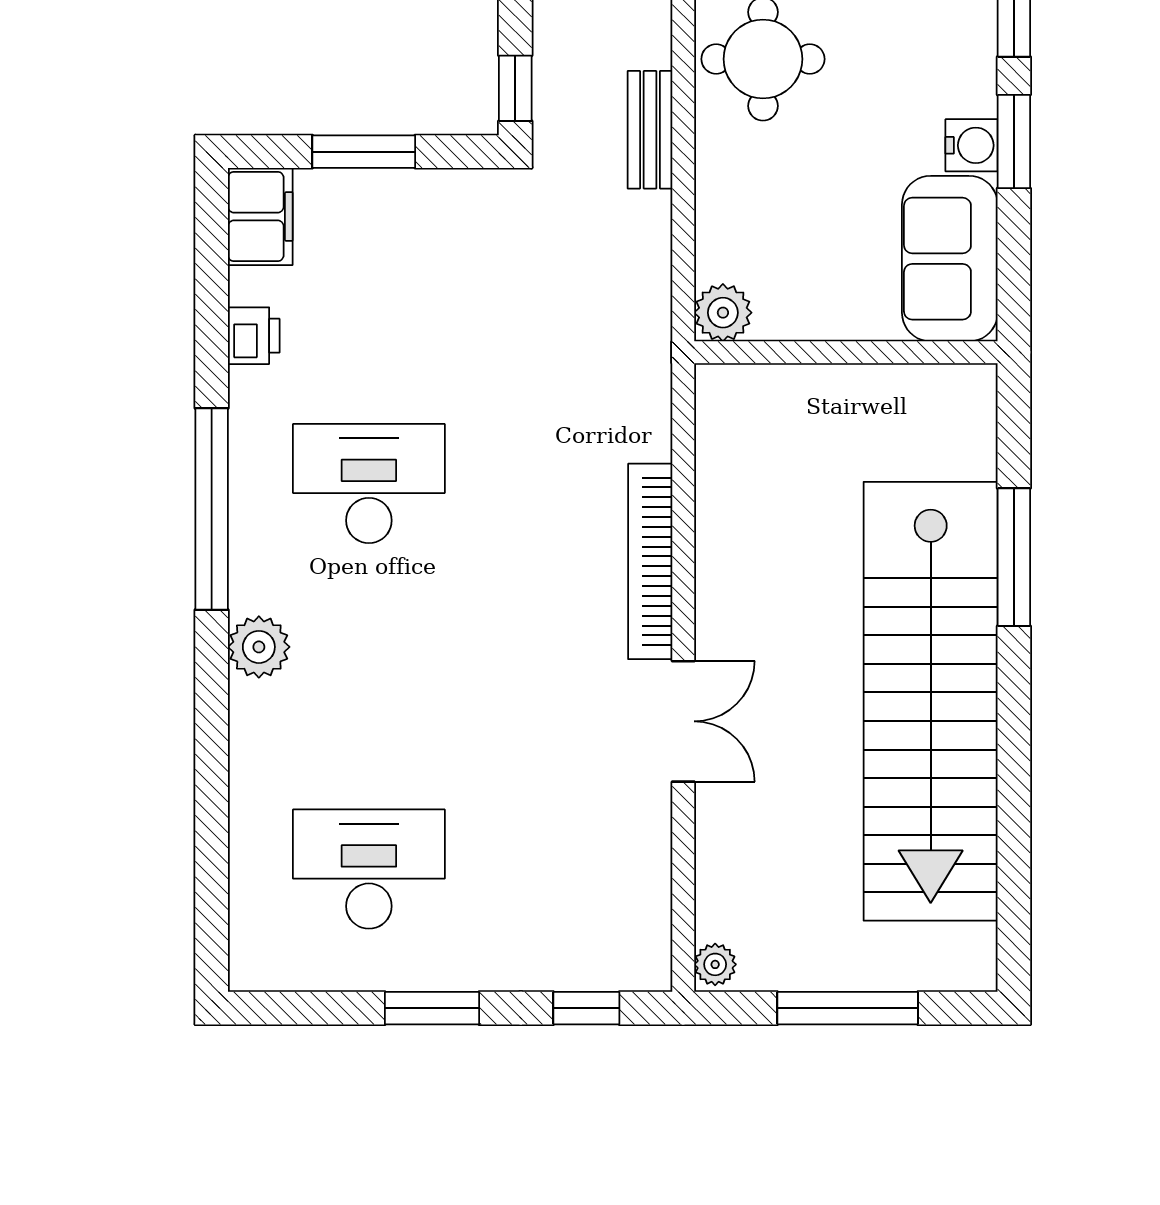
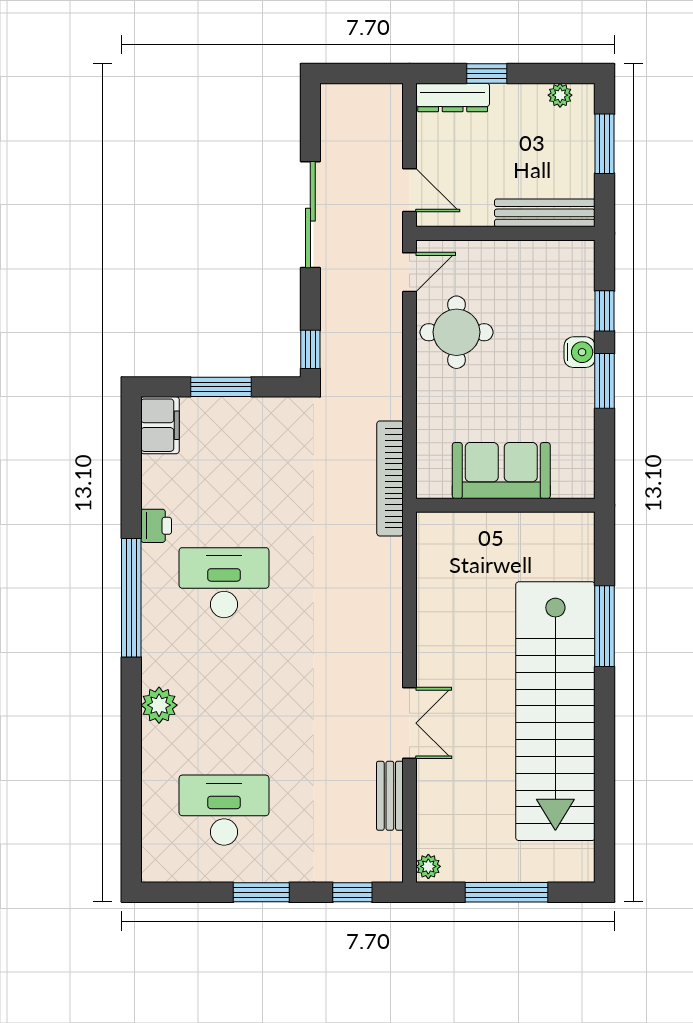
bench: (650, 130) -> (390, 796), moved
water cooler: (972, 145) -> (580, 352), moved
sofa: (950, 259) -> (501, 471), moved, turned 90
plant: (723, 313) -> (433, 482), removed
printer: (254, 336) -> (156, 526), moved
bookcase: (650, 561) -> (390, 478), moved
plant: (259, 647) -> (159, 705), moved

